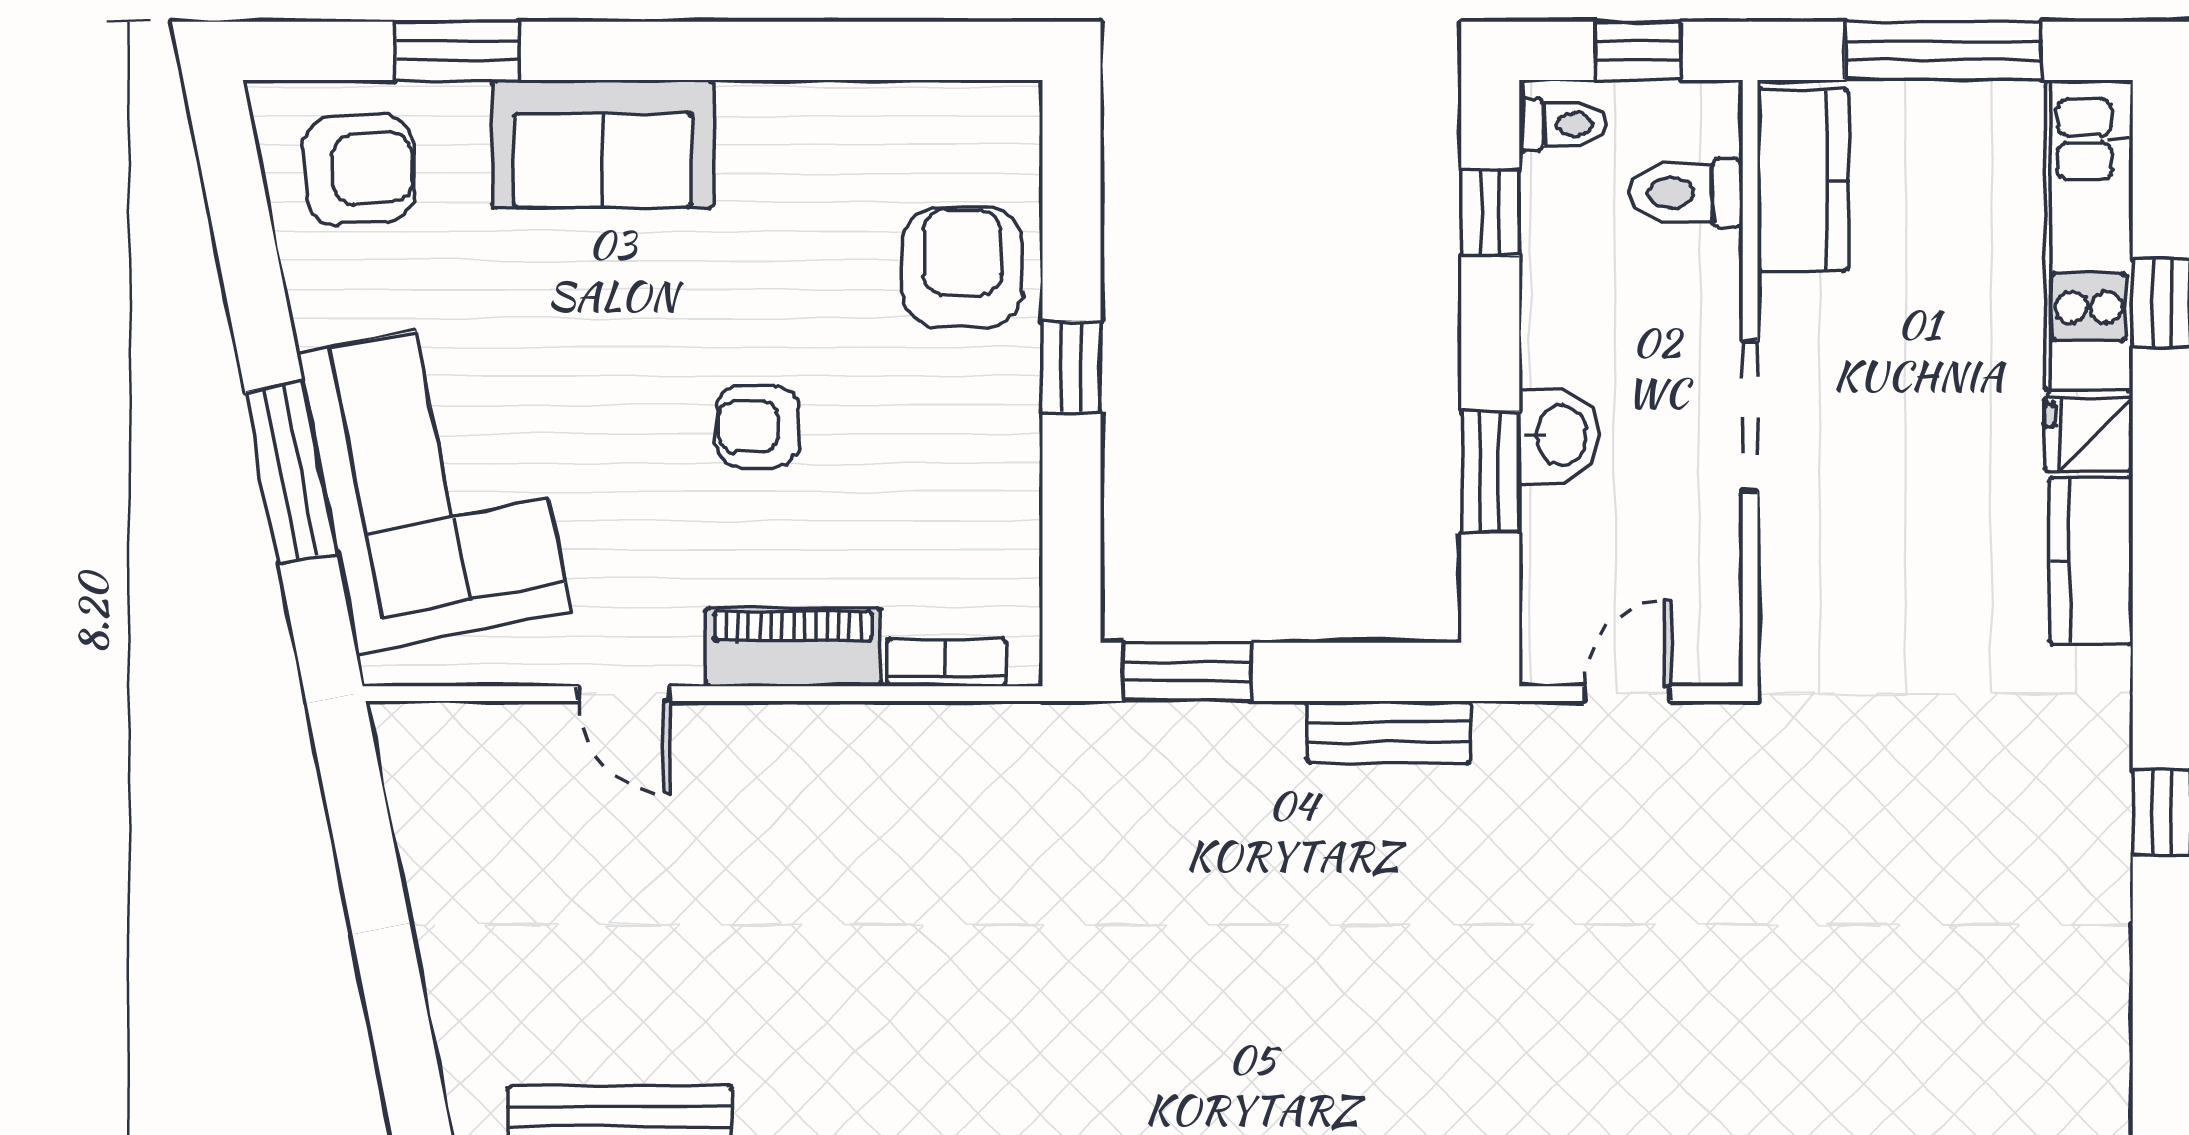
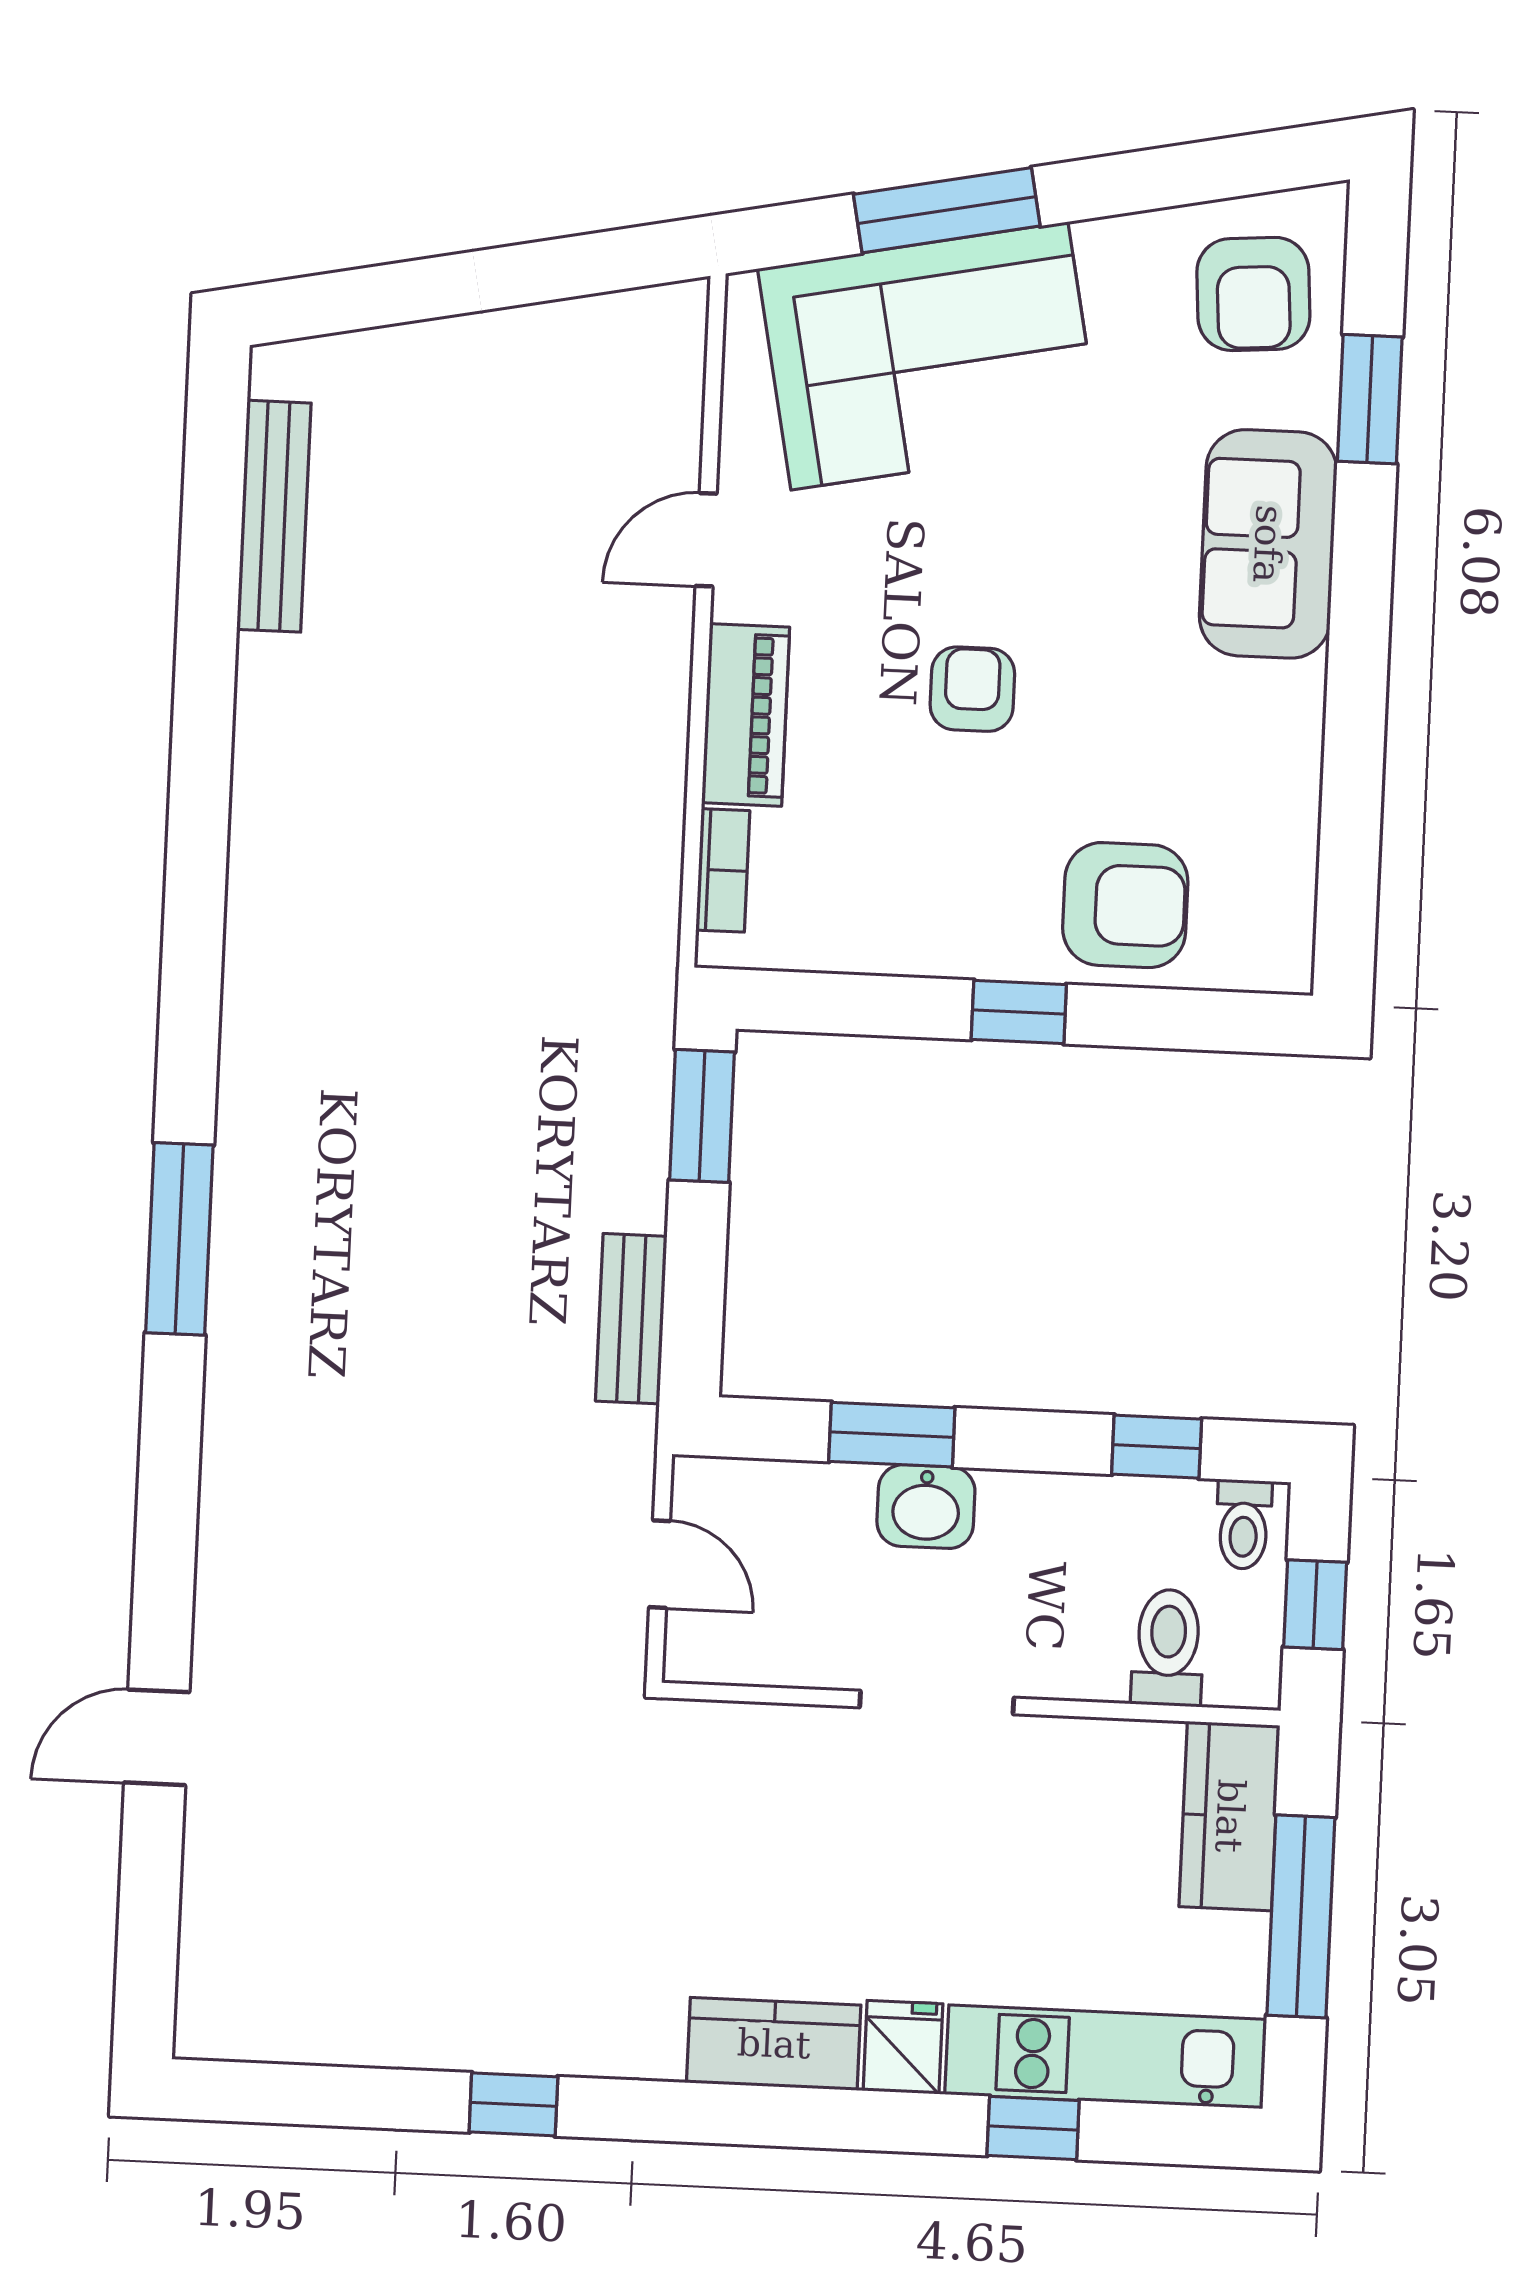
kitchen counter: (1803, 180) -> (1230, 1816), moved, turned 90

